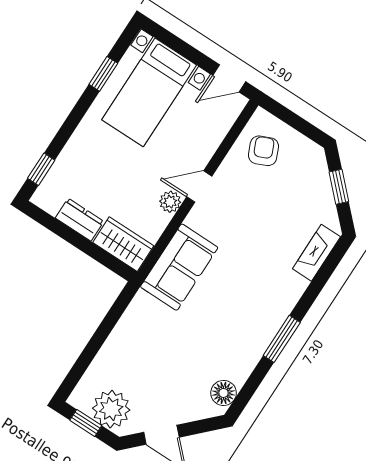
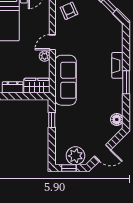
fireplace: (316, 253) -> (117, 65), moved
sofa: (179, 267) -> (66, 80), width x1.36
window: (110, 320) -> (52, 120), added

